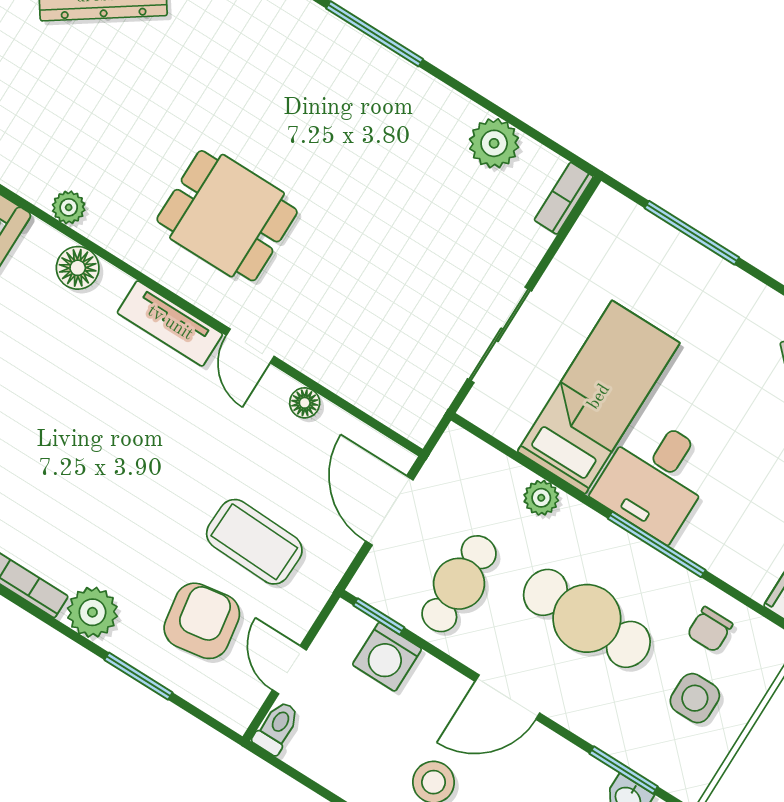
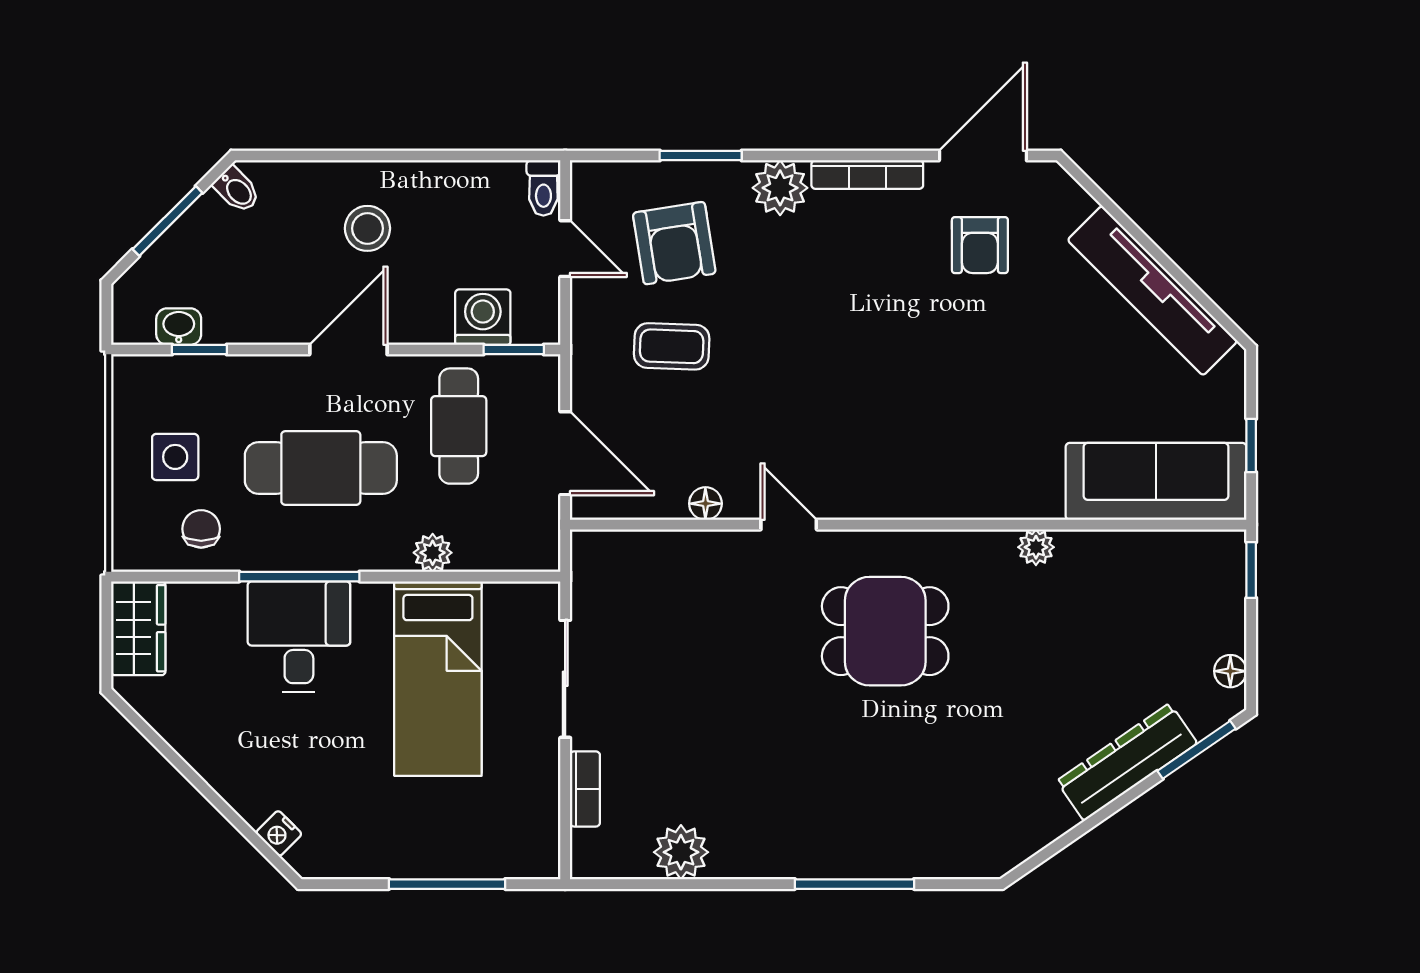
bookcase: (564, 198) -> (585, 789), moved
floor lamp: (78, 268) -> (993, 497), removed
tv unit: (170, 323) -> (876, 499), removed
desk: (655, 478) -> (299, 637), moved
coffee table: (254, 542) -> (672, 346), width x0.73, depth x0.77
window: (624, 770) -> (199, 349), width x0.67

